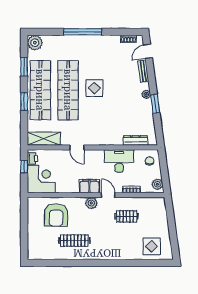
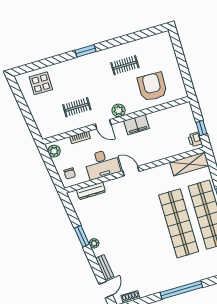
display table: (94, 88) -> (151, 234), removed
door: (77, 147) -> (131, 171), moved
corner desk: (41, 179) -> (179, 120), removed
filing cabinet: (89, 186) -> (137, 125), moved
clothes rail: (74, 241) -> (125, 65), width x0.73
window: (105, 263) -> (86, 51), added

